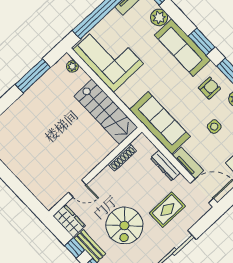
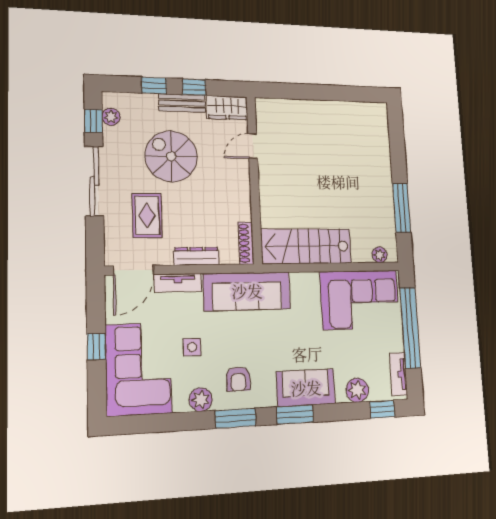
sofa: (183, 48) -> (306, 388), width x0.73
shoe rack: (122, 157) -> (246, 243), moved

